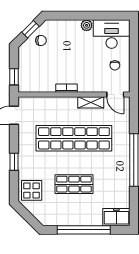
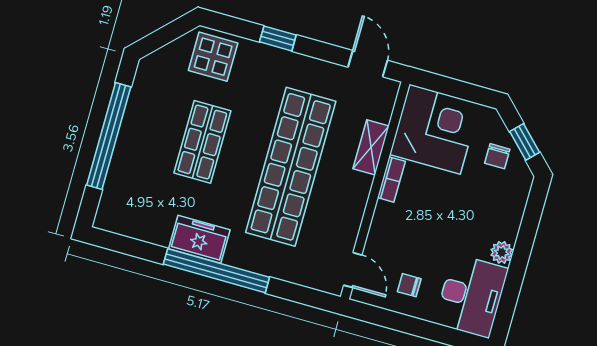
corner desk: (36, 74) -> (435, 129), added
window: (14, 77) -> (442, 85), removed
door: (115, 95) -> (353, 270), swing flipped
shelving: (91, 102) -> (371, 147), moved
freezer: (116, 217) -> (199, 239), moved, turned -90

